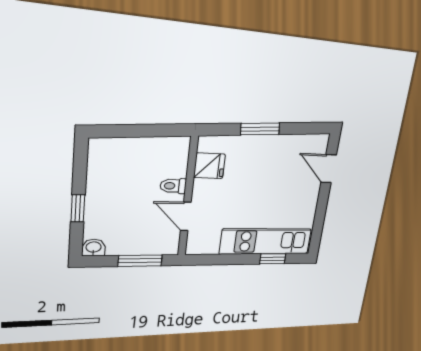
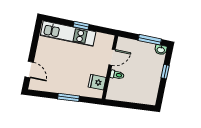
door: (186, 216) -> (112, 57), hinge flipped
window: (273, 259) -> (81, 25), moved
window: (140, 261) -> (150, 40), moved

